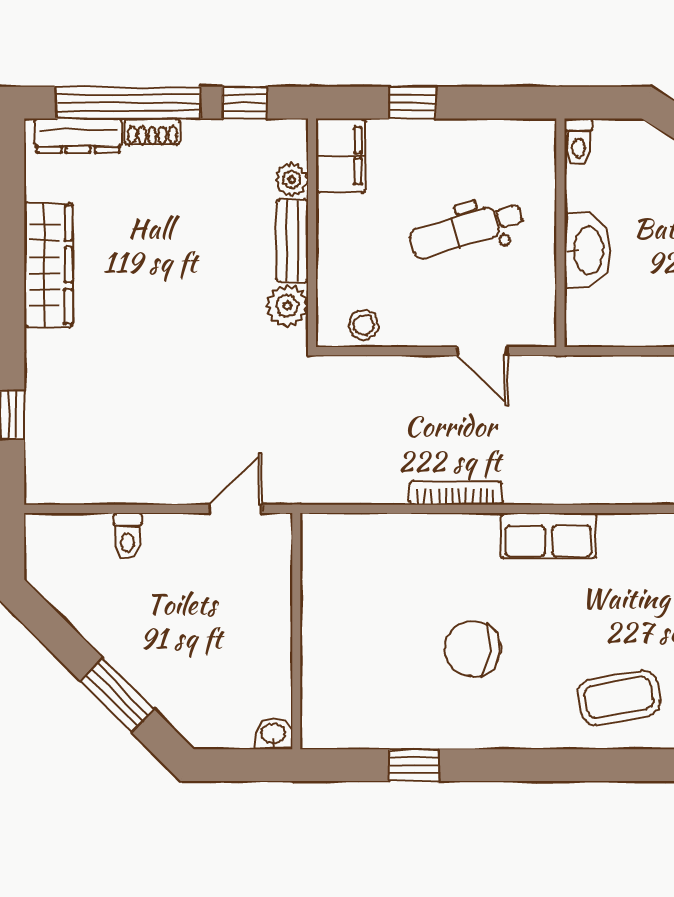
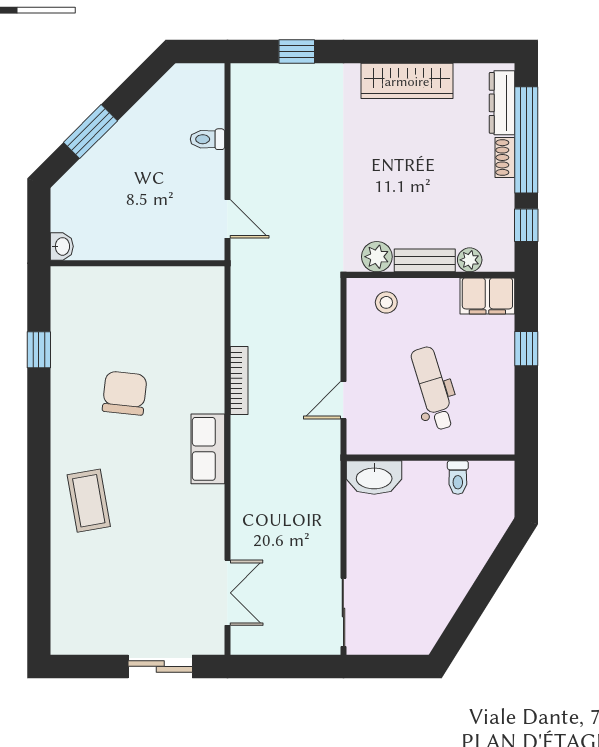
toilet: (578, 142) -> (458, 477), moved, turned -90
washbasin: (587, 251) -> (374, 477), moved
stool: (364, 325) -> (386, 302), moved

